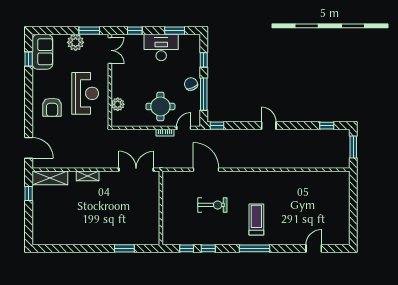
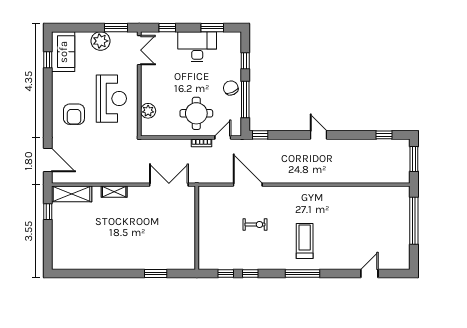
window: (353, 202) -> (414, 221), added
exercise bike: (212, 205) -> (255, 224), width x0.73, depth x0.72

